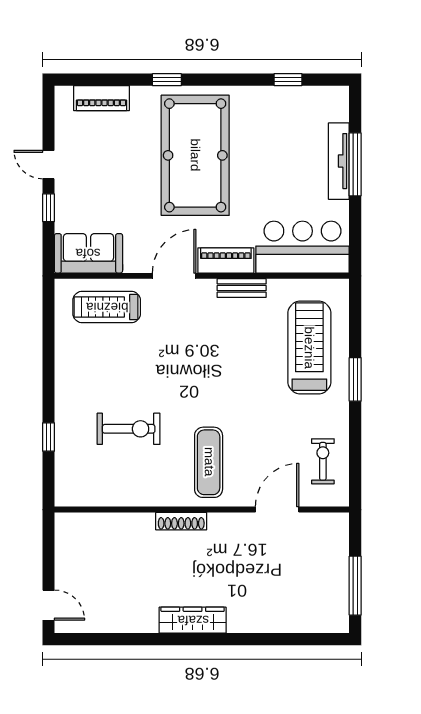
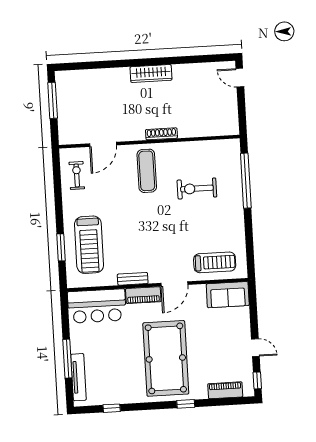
tv unit: (339, 161) -> (79, 377), moved
window: (48, 208) -> (257, 380), moved
window: (355, 379) -> (61, 247), moved
window: (48, 437) -> (246, 181), width x3.17
exercise bike: (323, 461) -> (77, 175), turned 180

